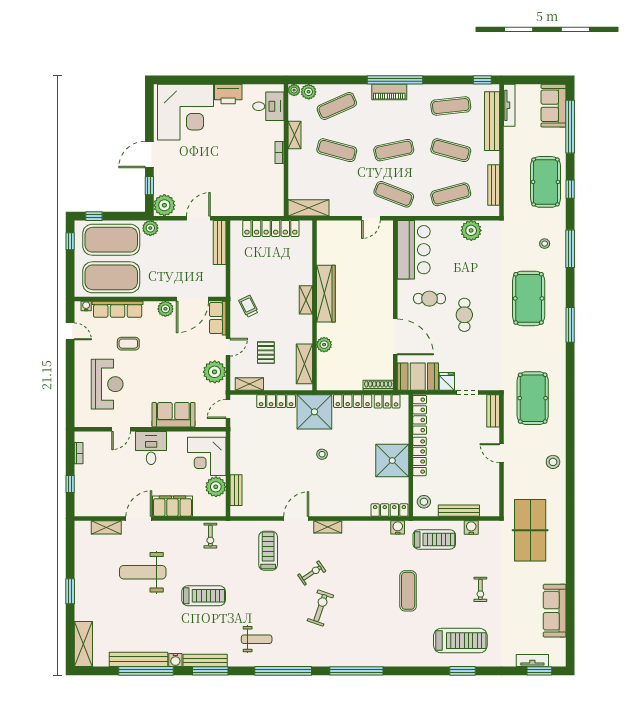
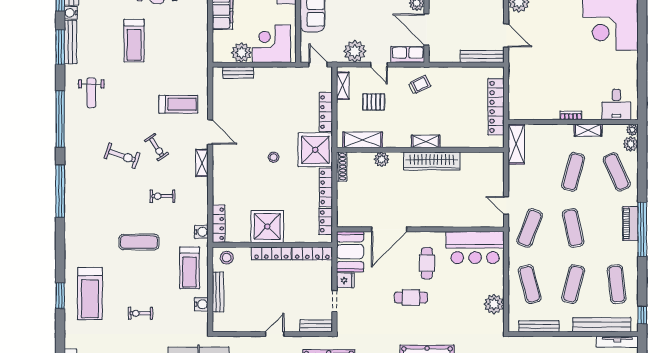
printer: (228, 94) -> (628, 65), removed
shoe rack: (378, 385) -> (342, 167), moved
exercise bike: (210, 536) -> (162, 196), moved

